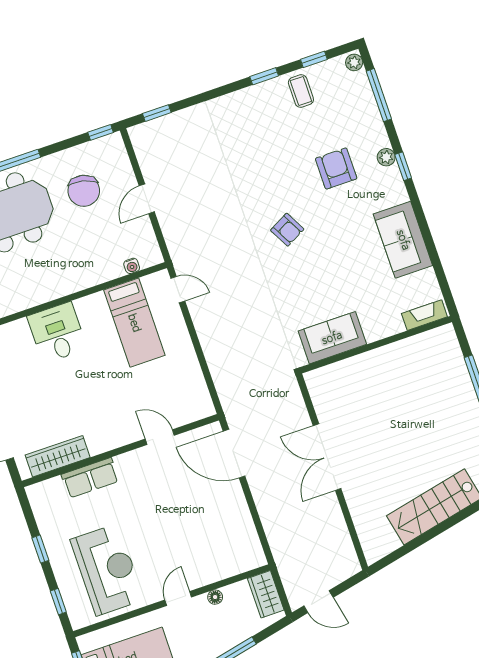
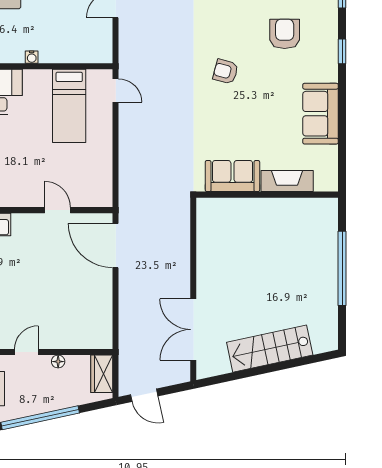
plant: (386, 157) -> (330, 39), removed
armchair: (287, 230) -> (226, 72), turned 133
water cooler: (132, 266) -> (32, 57), moved
fireplace: (424, 315) -> (287, 181), moved, width x1.37, depth x1.32
double door: (327, 457) -> (193, 330), moved

